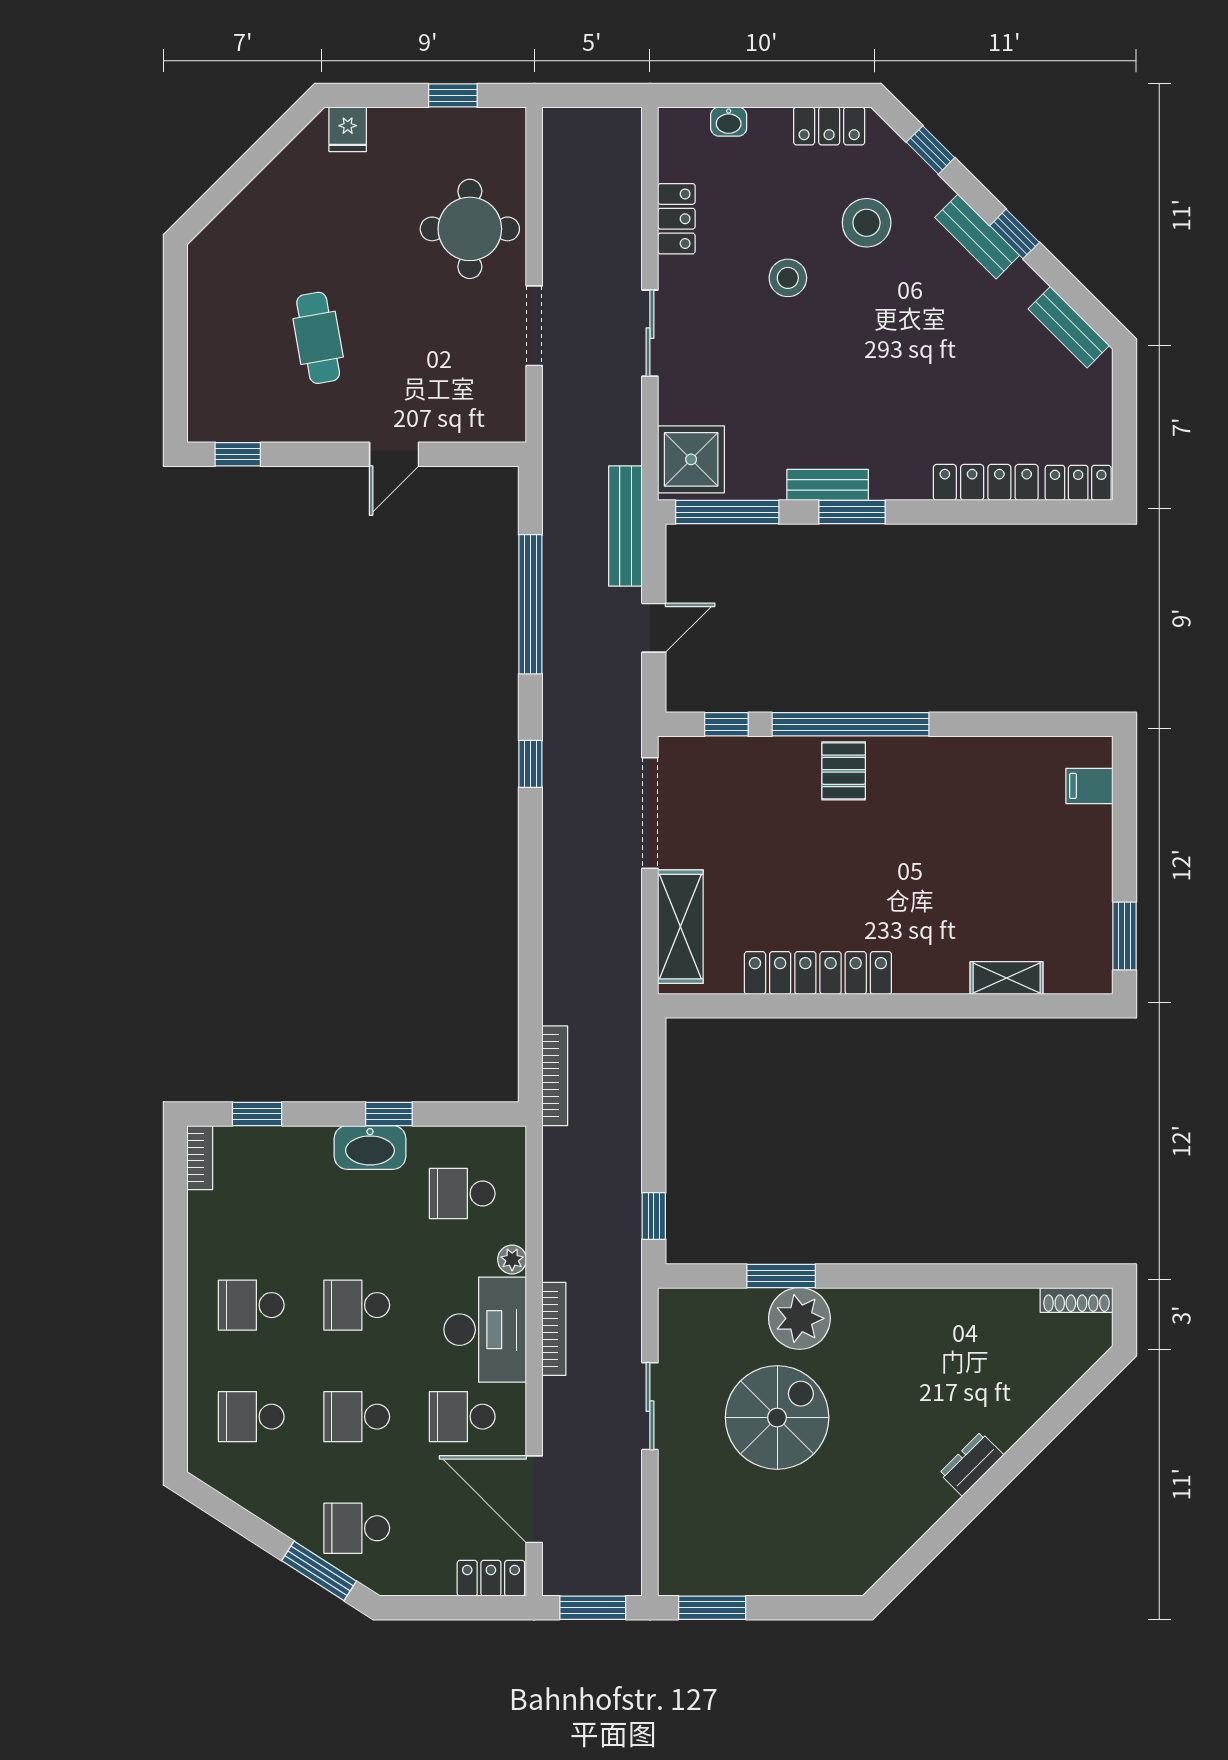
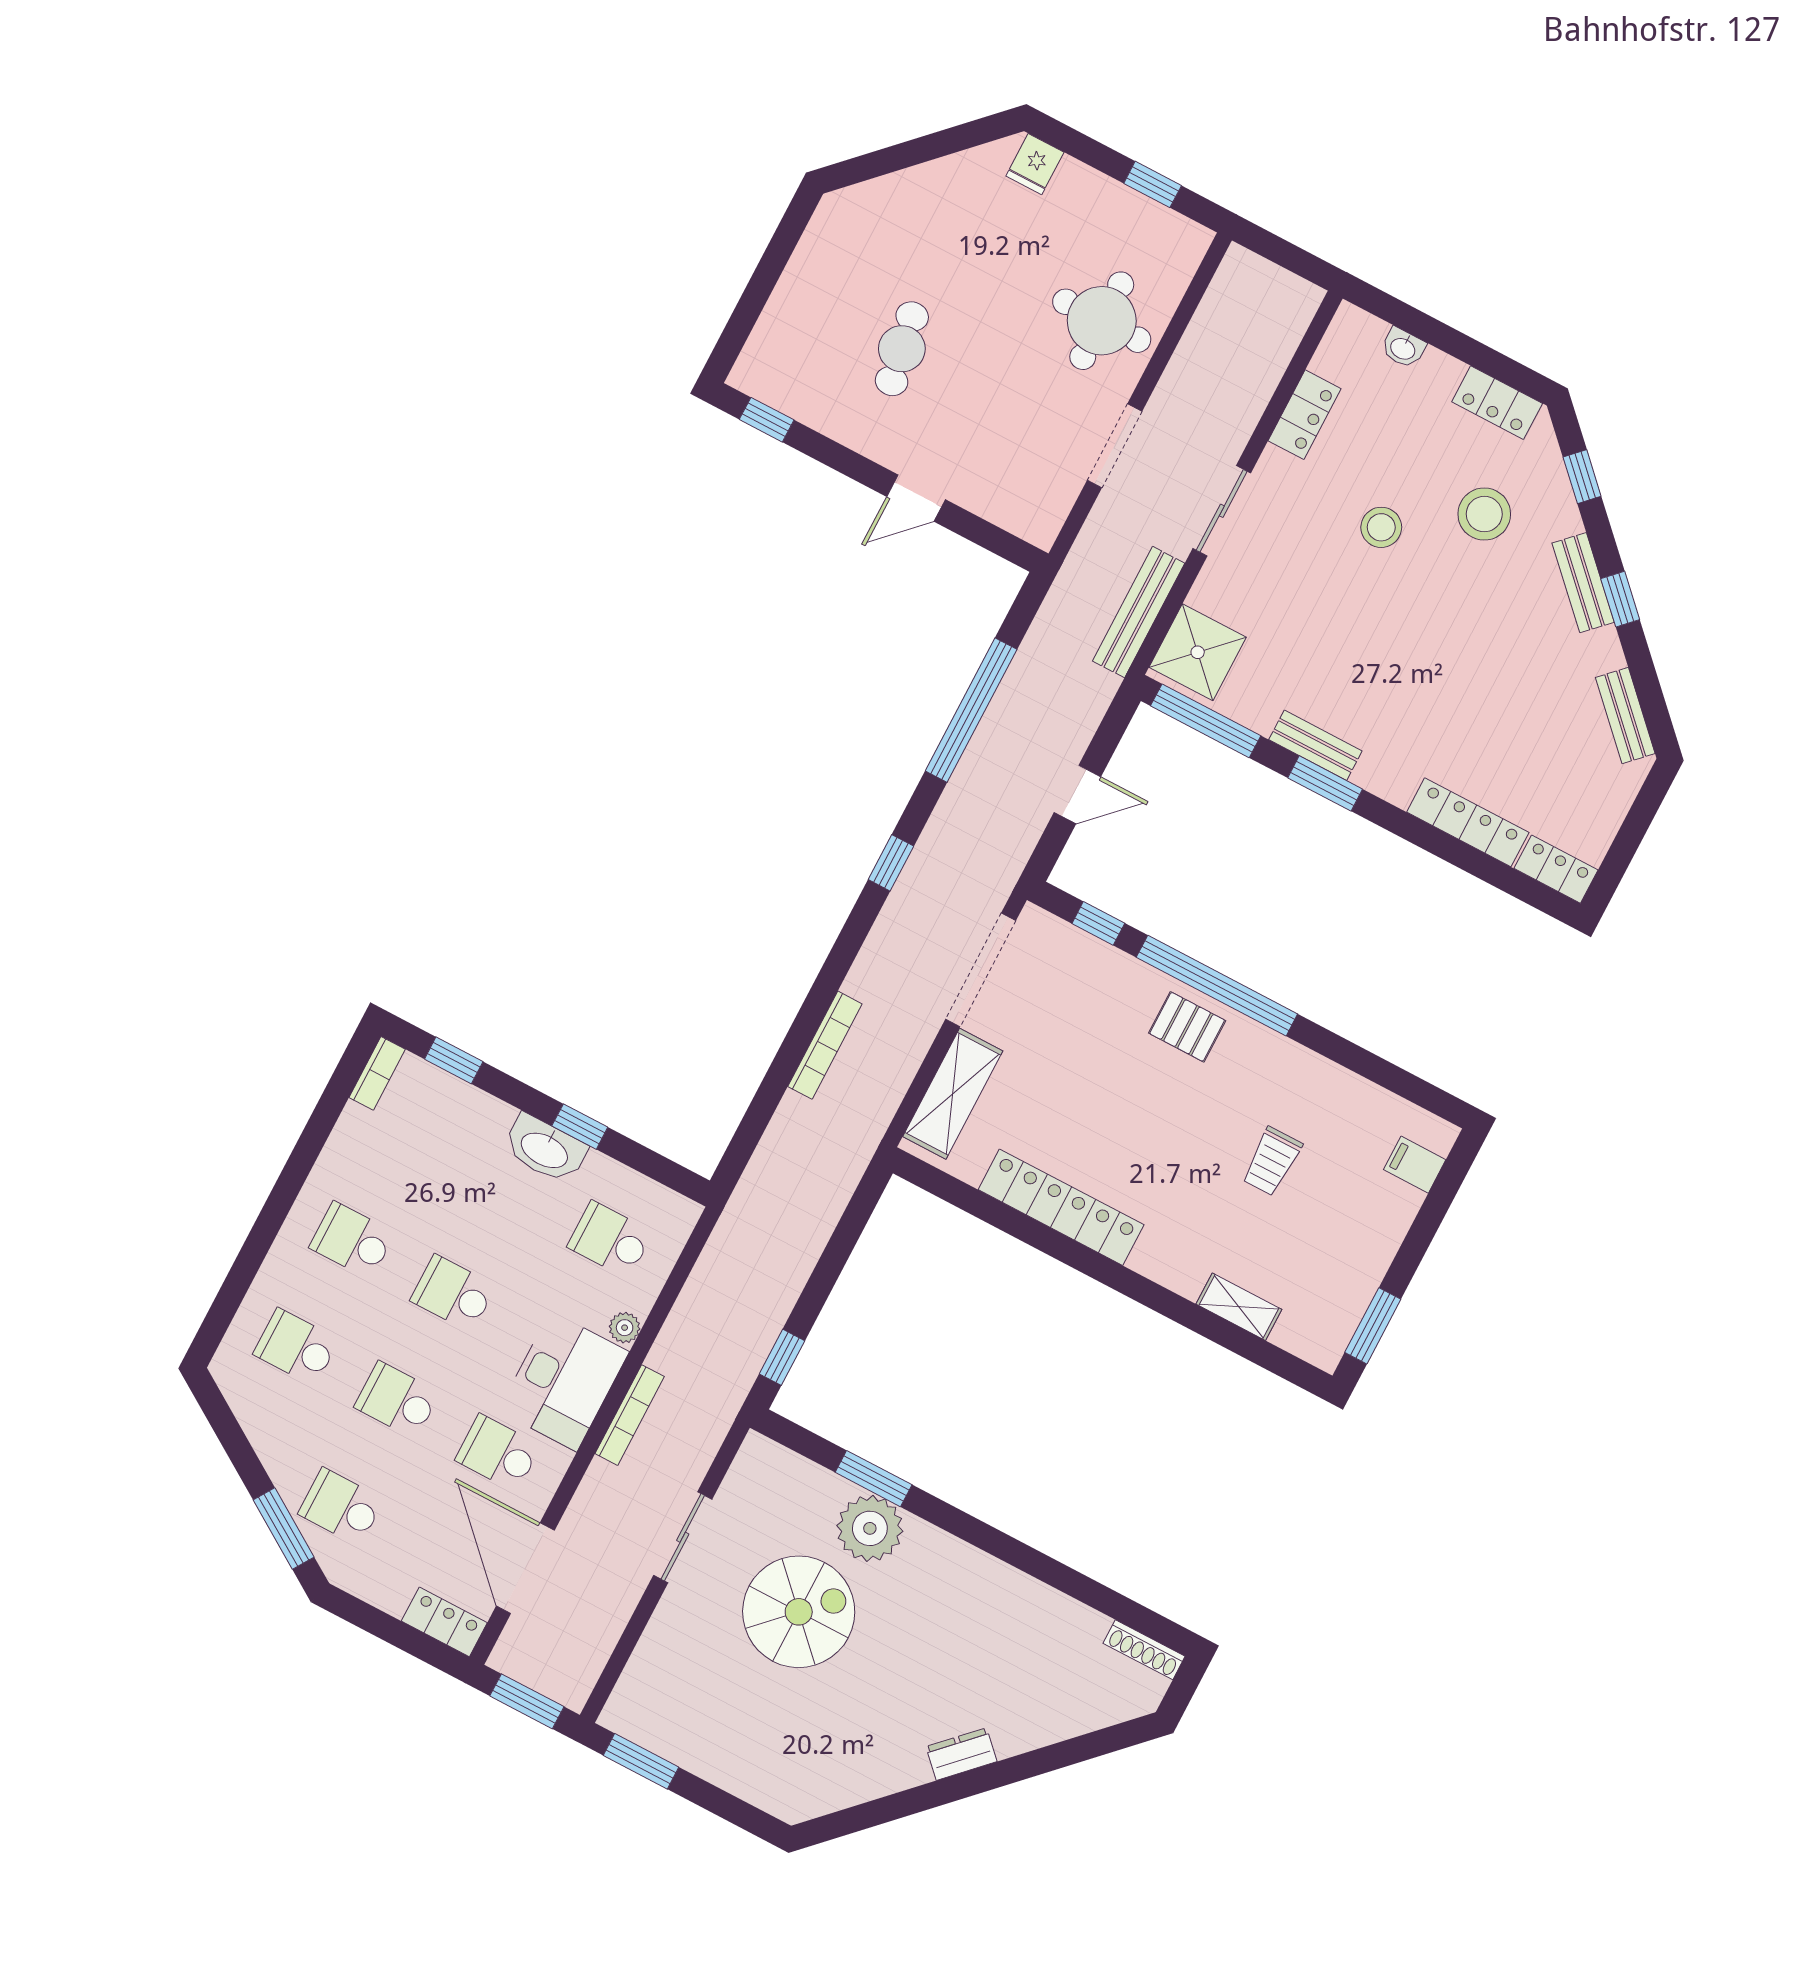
bench: (625, 526) -> (1139, 612), moved
pallet: (844, 771) -> (1187, 1027), turned 90
trolley: (971, 845) -> (1272, 1161), added
bookcase: (555, 1076) -> (825, 1045), moved

